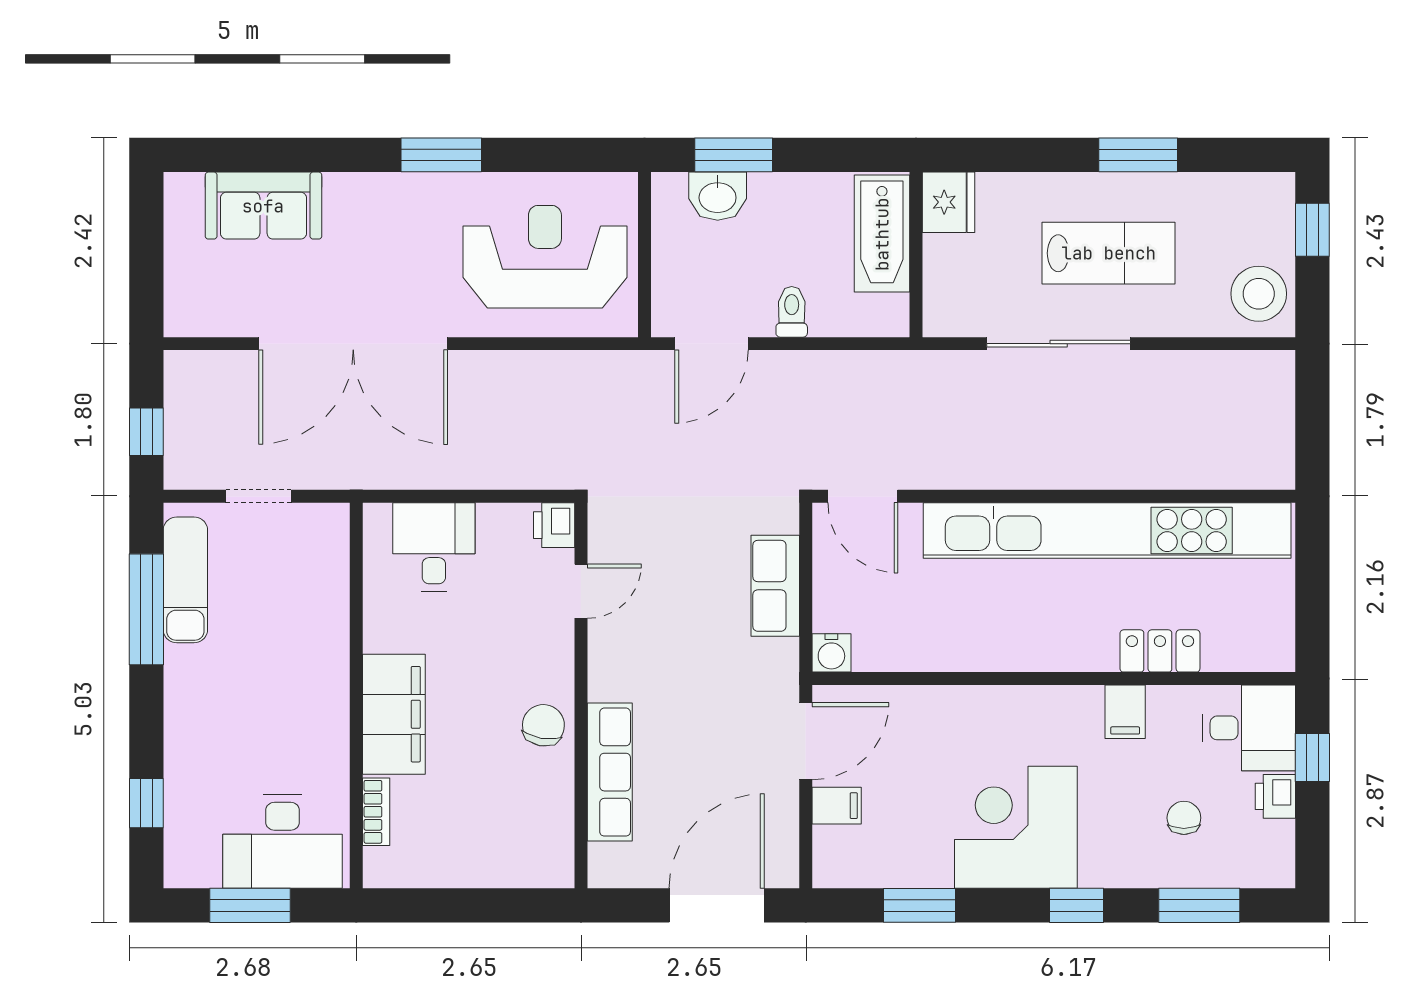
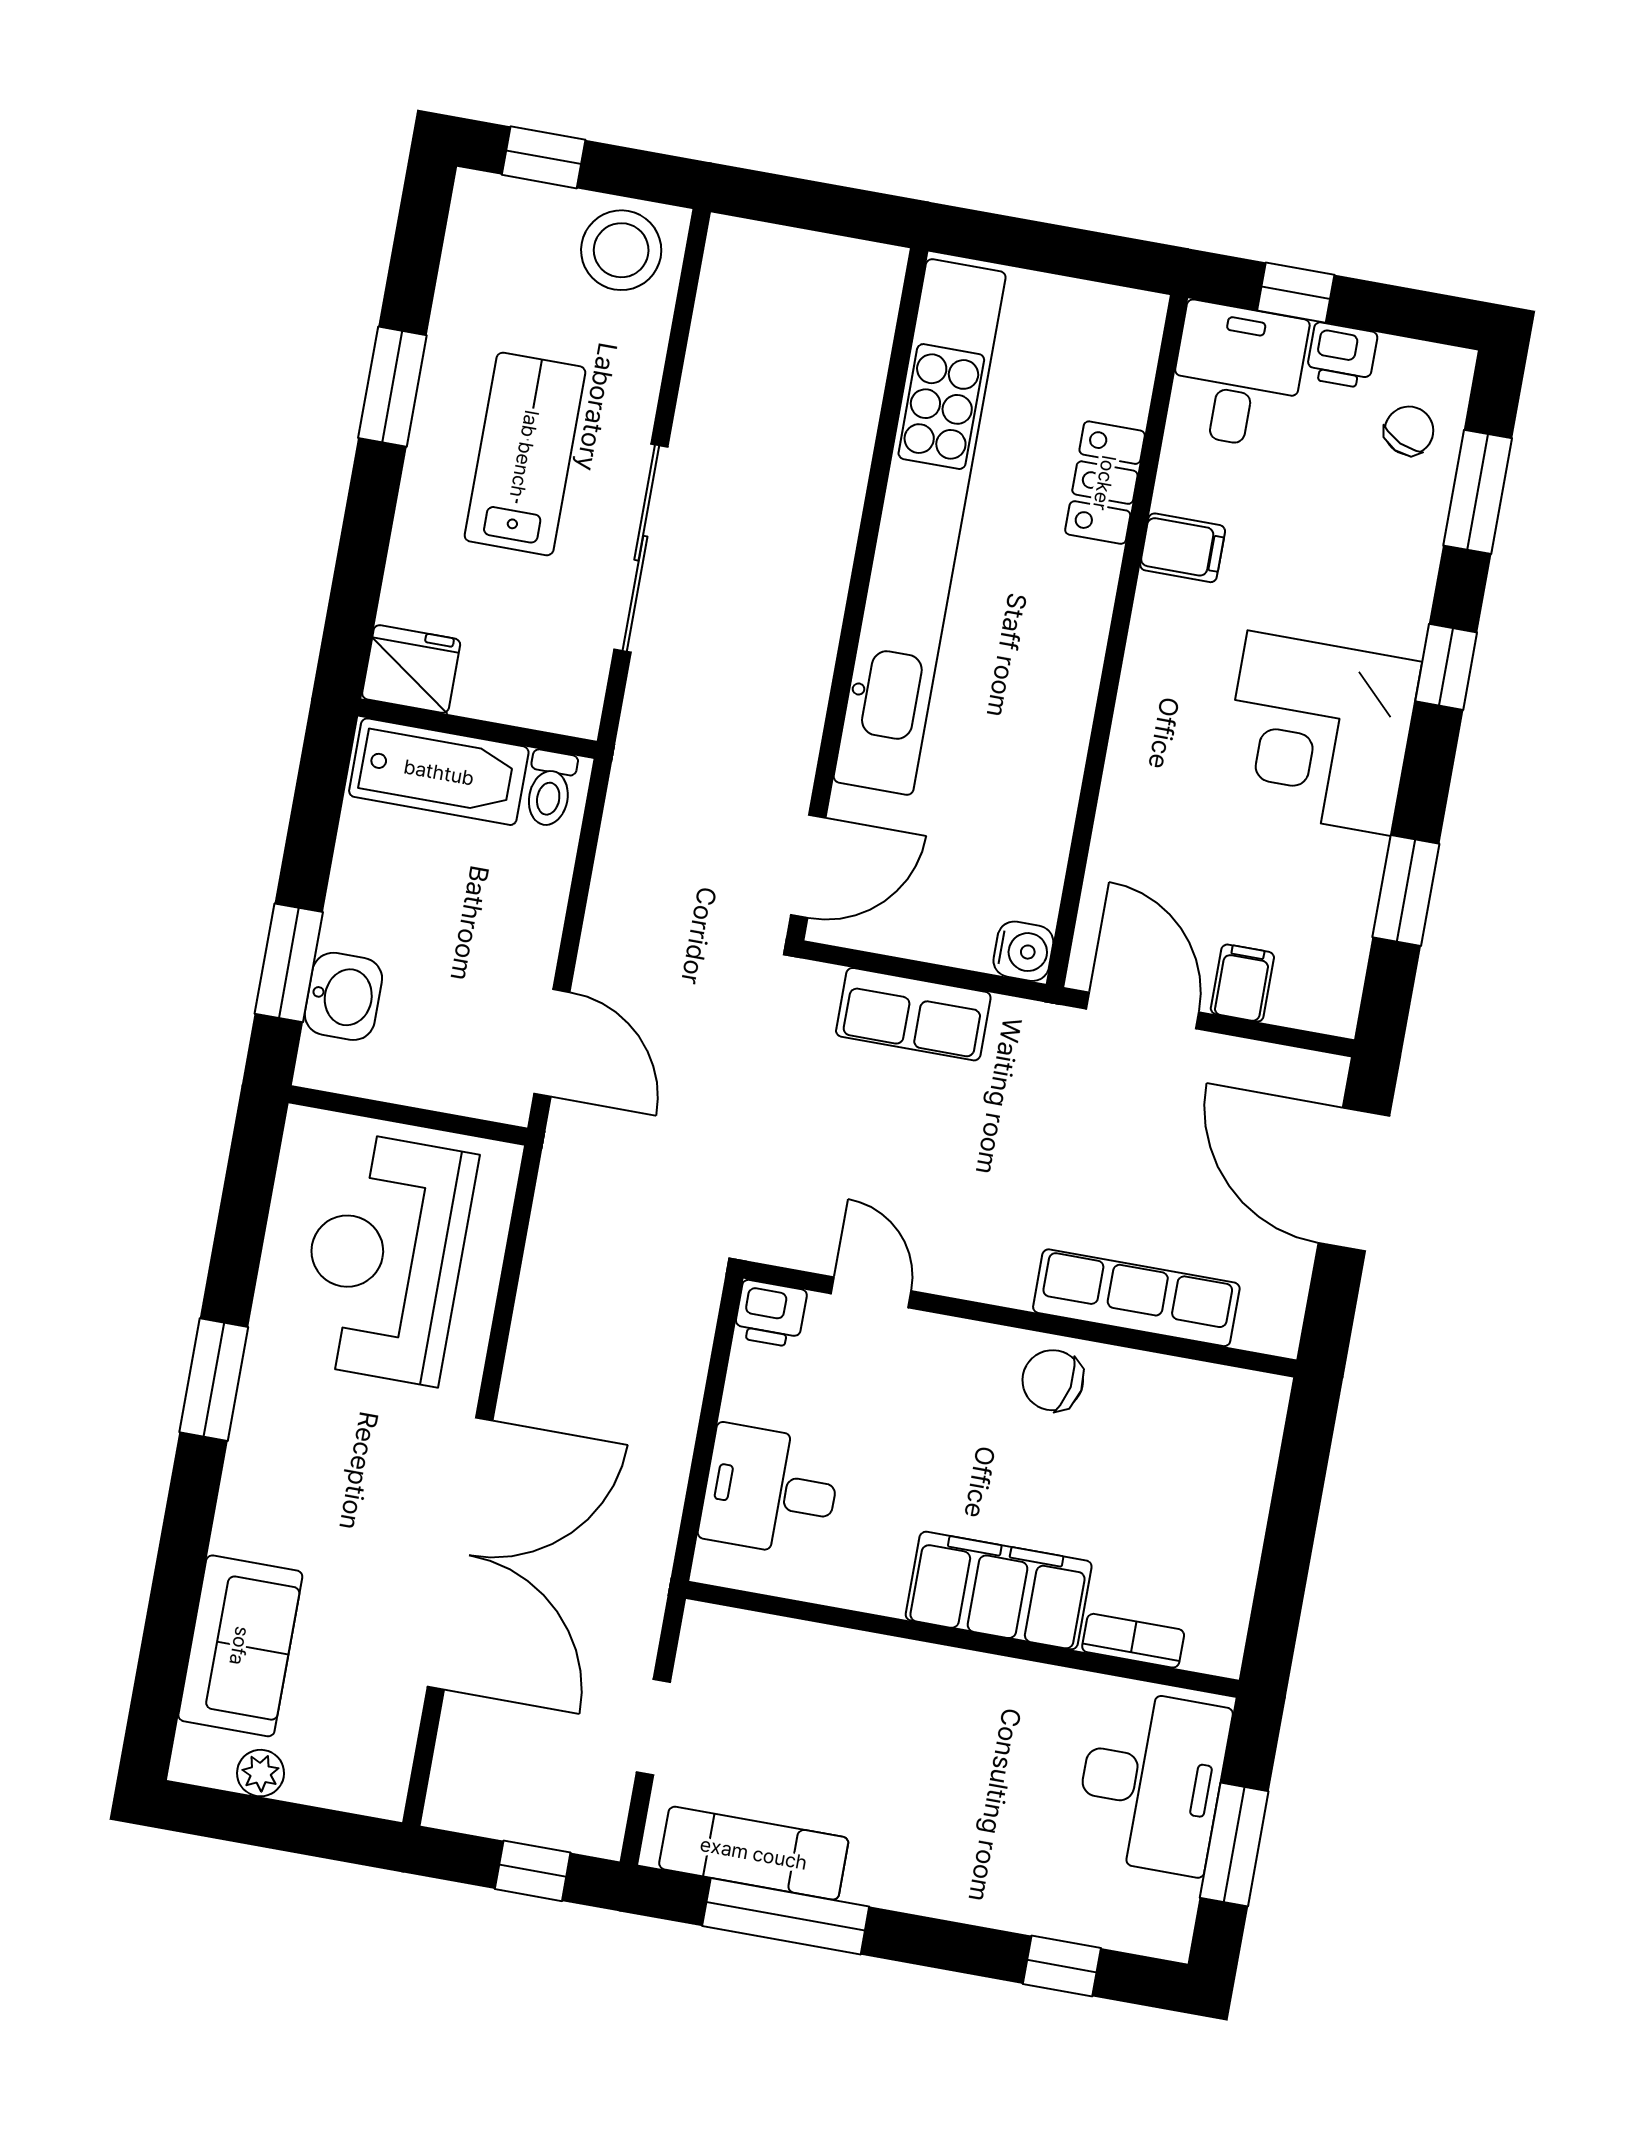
plant: (179, 235) -> (261, 1773), added
toilet: (792, 312) -> (550, 789), moved, turned -90
chair: (1184, 818) -> (1409, 431), moved, turned 115

